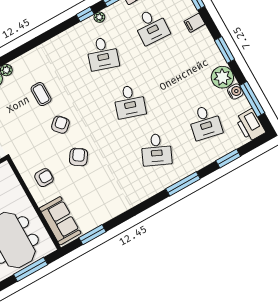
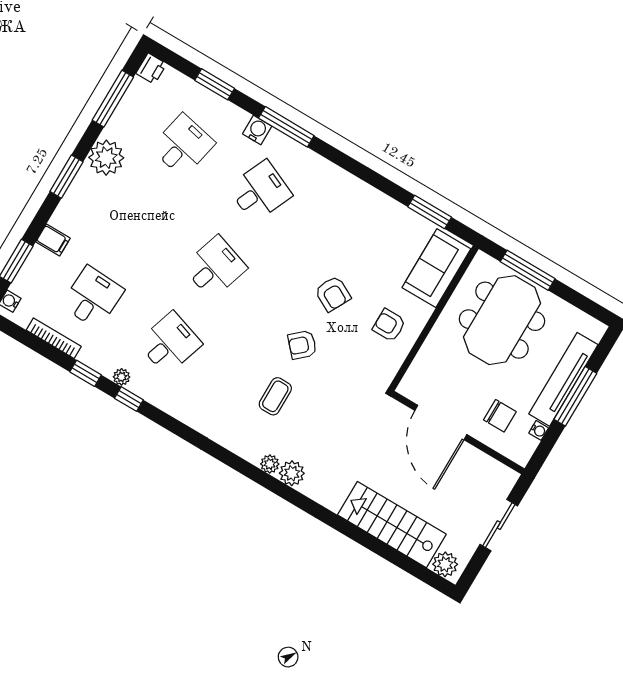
water cooler: (235, 92) -> (257, 130), moved, turned 90
printer: (250, 125) -> (151, 69), width x0.53, depth x0.68
armchair: (79, 157) -> (333, 294), turned -96

